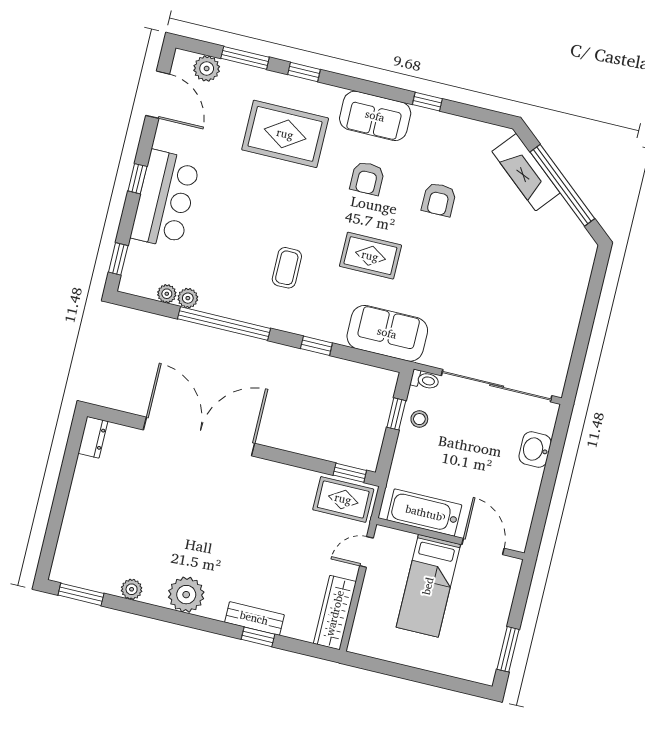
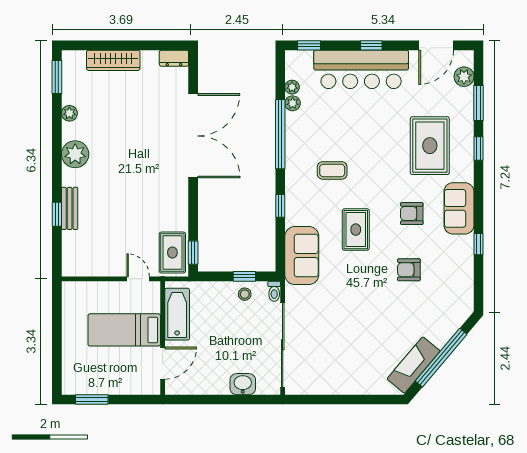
fireplace: (526, 172) -> (414, 365), moved
bar counter: (165, 199) -> (361, 69), width x1.36
wardrobe: (335, 613) -> (113, 60), moved, turned 180

